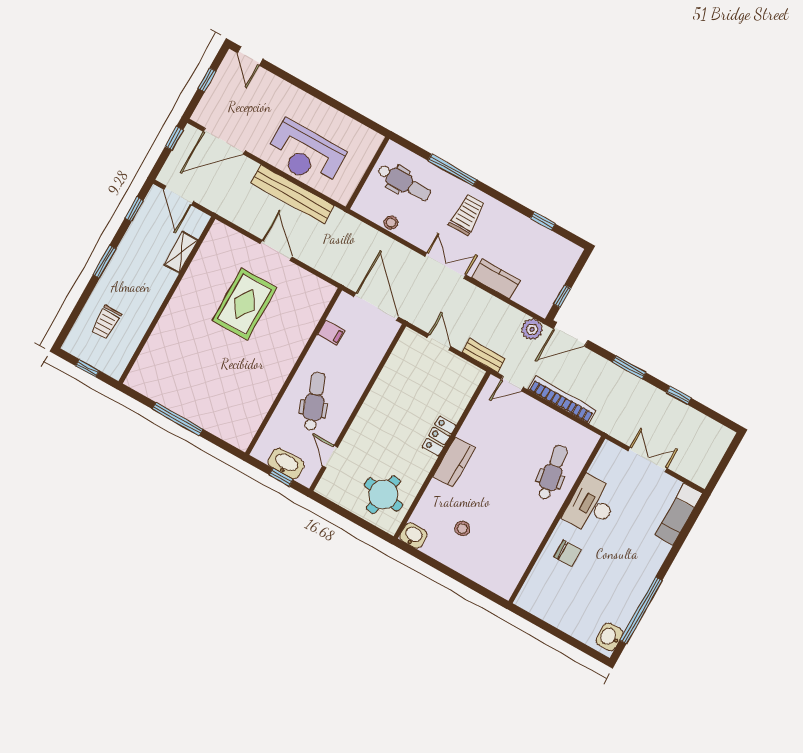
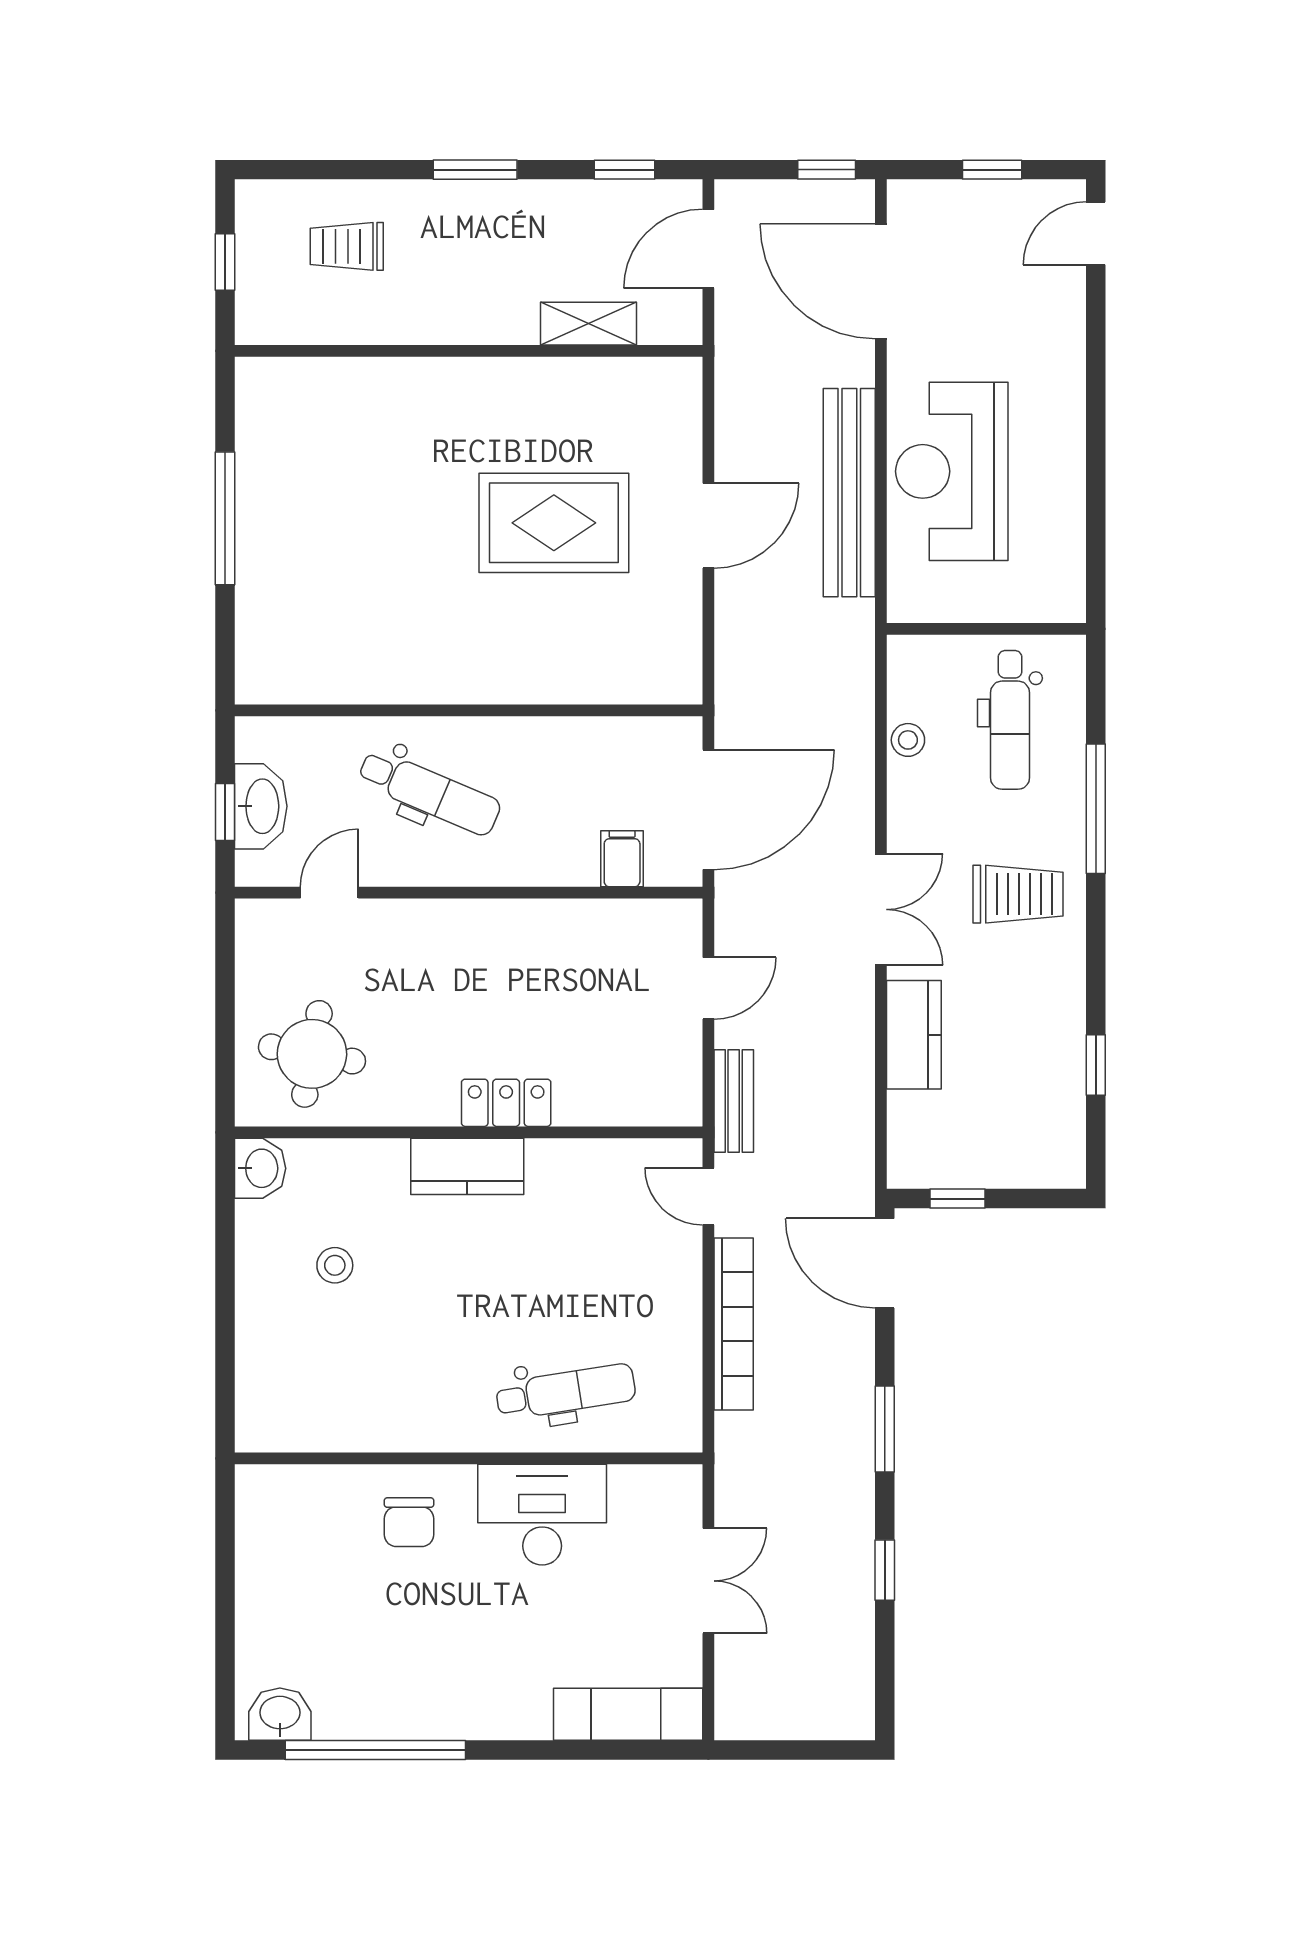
plant: (532, 329) -> (849, 1174), removed
filing cabinet: (331, 333) -> (622, 859), moved, turned 180
dental chair: (315, 401) -> (429, 792), turned 43

